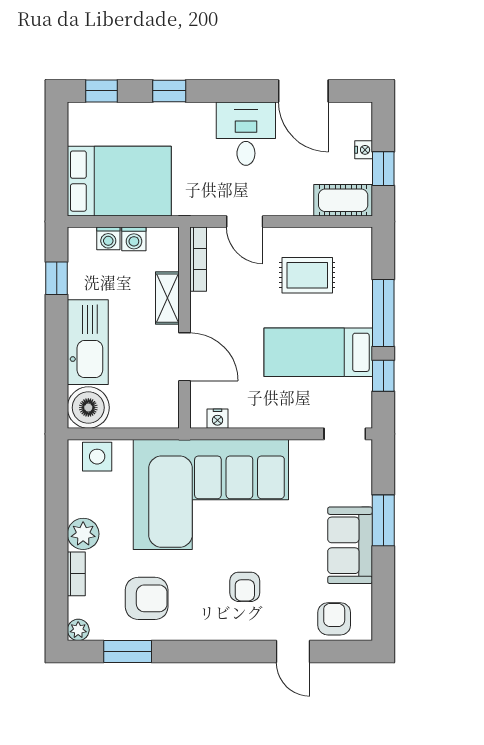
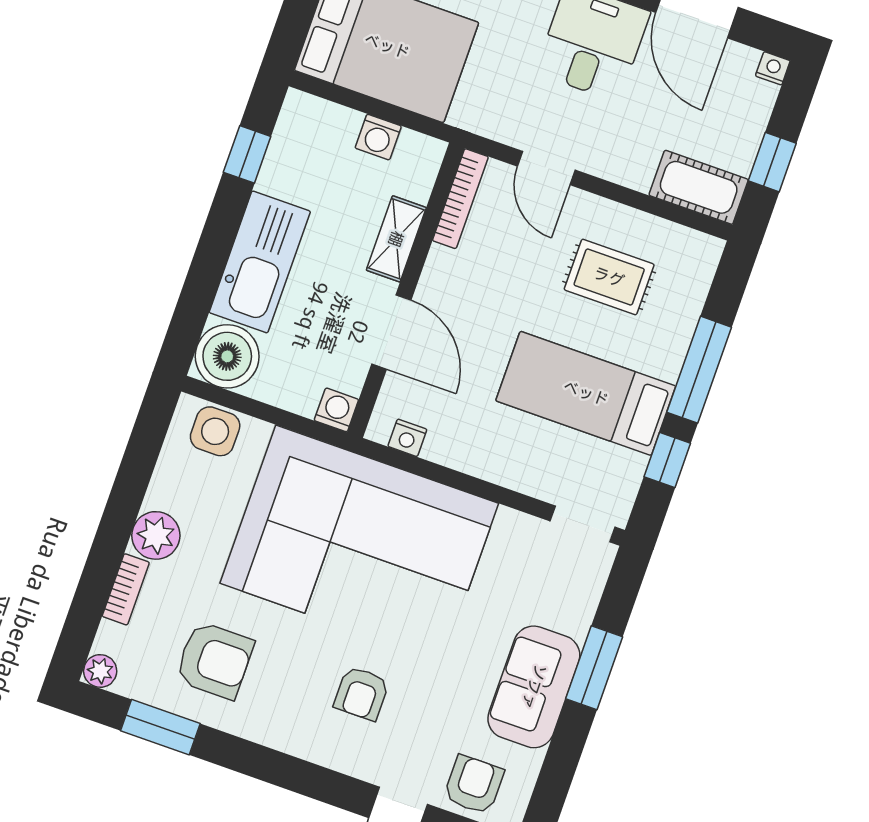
nightstand: (364, 150) -> (773, 68), moved, turned -90
washing machine: (108, 238) -> (336, 410), moved, turned 180

